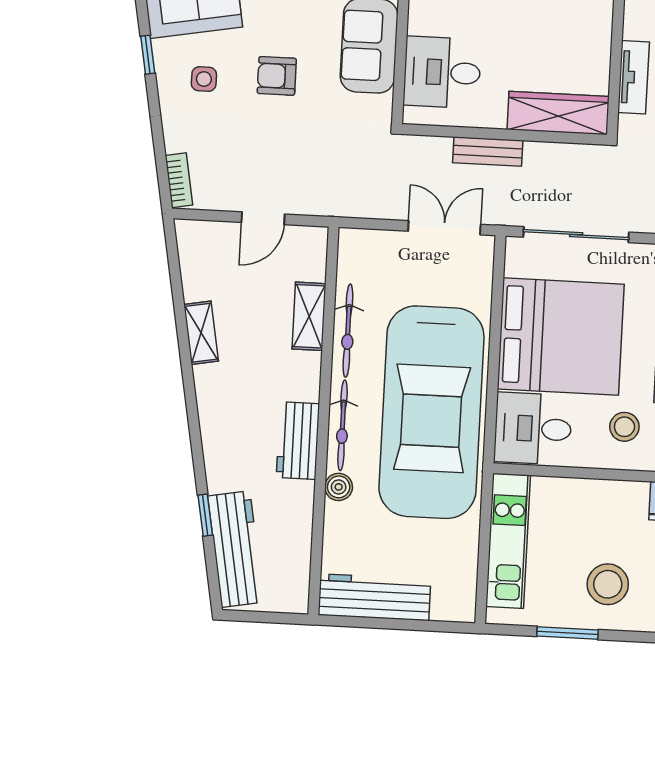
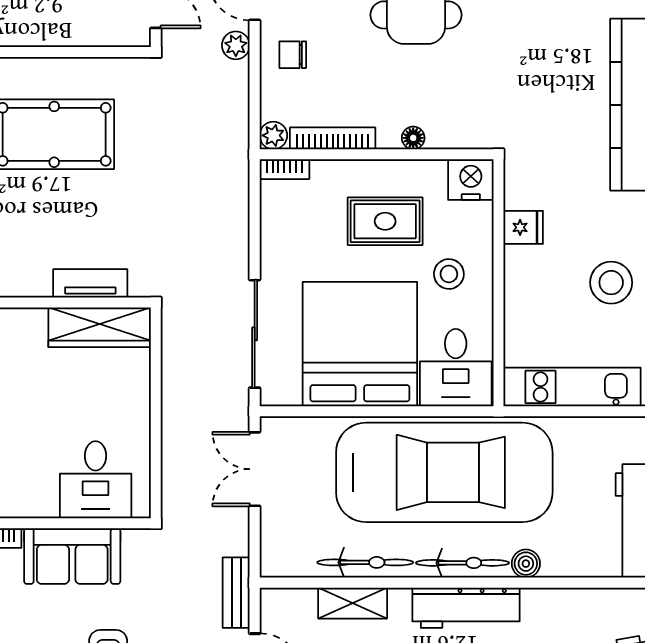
wardrobe: (558, 113) -> (100, 327), moved, turned -90
bench: (488, 151) -> (236, 593), moved
workbench: (298, 441) -> (466, 608), width x1.38

